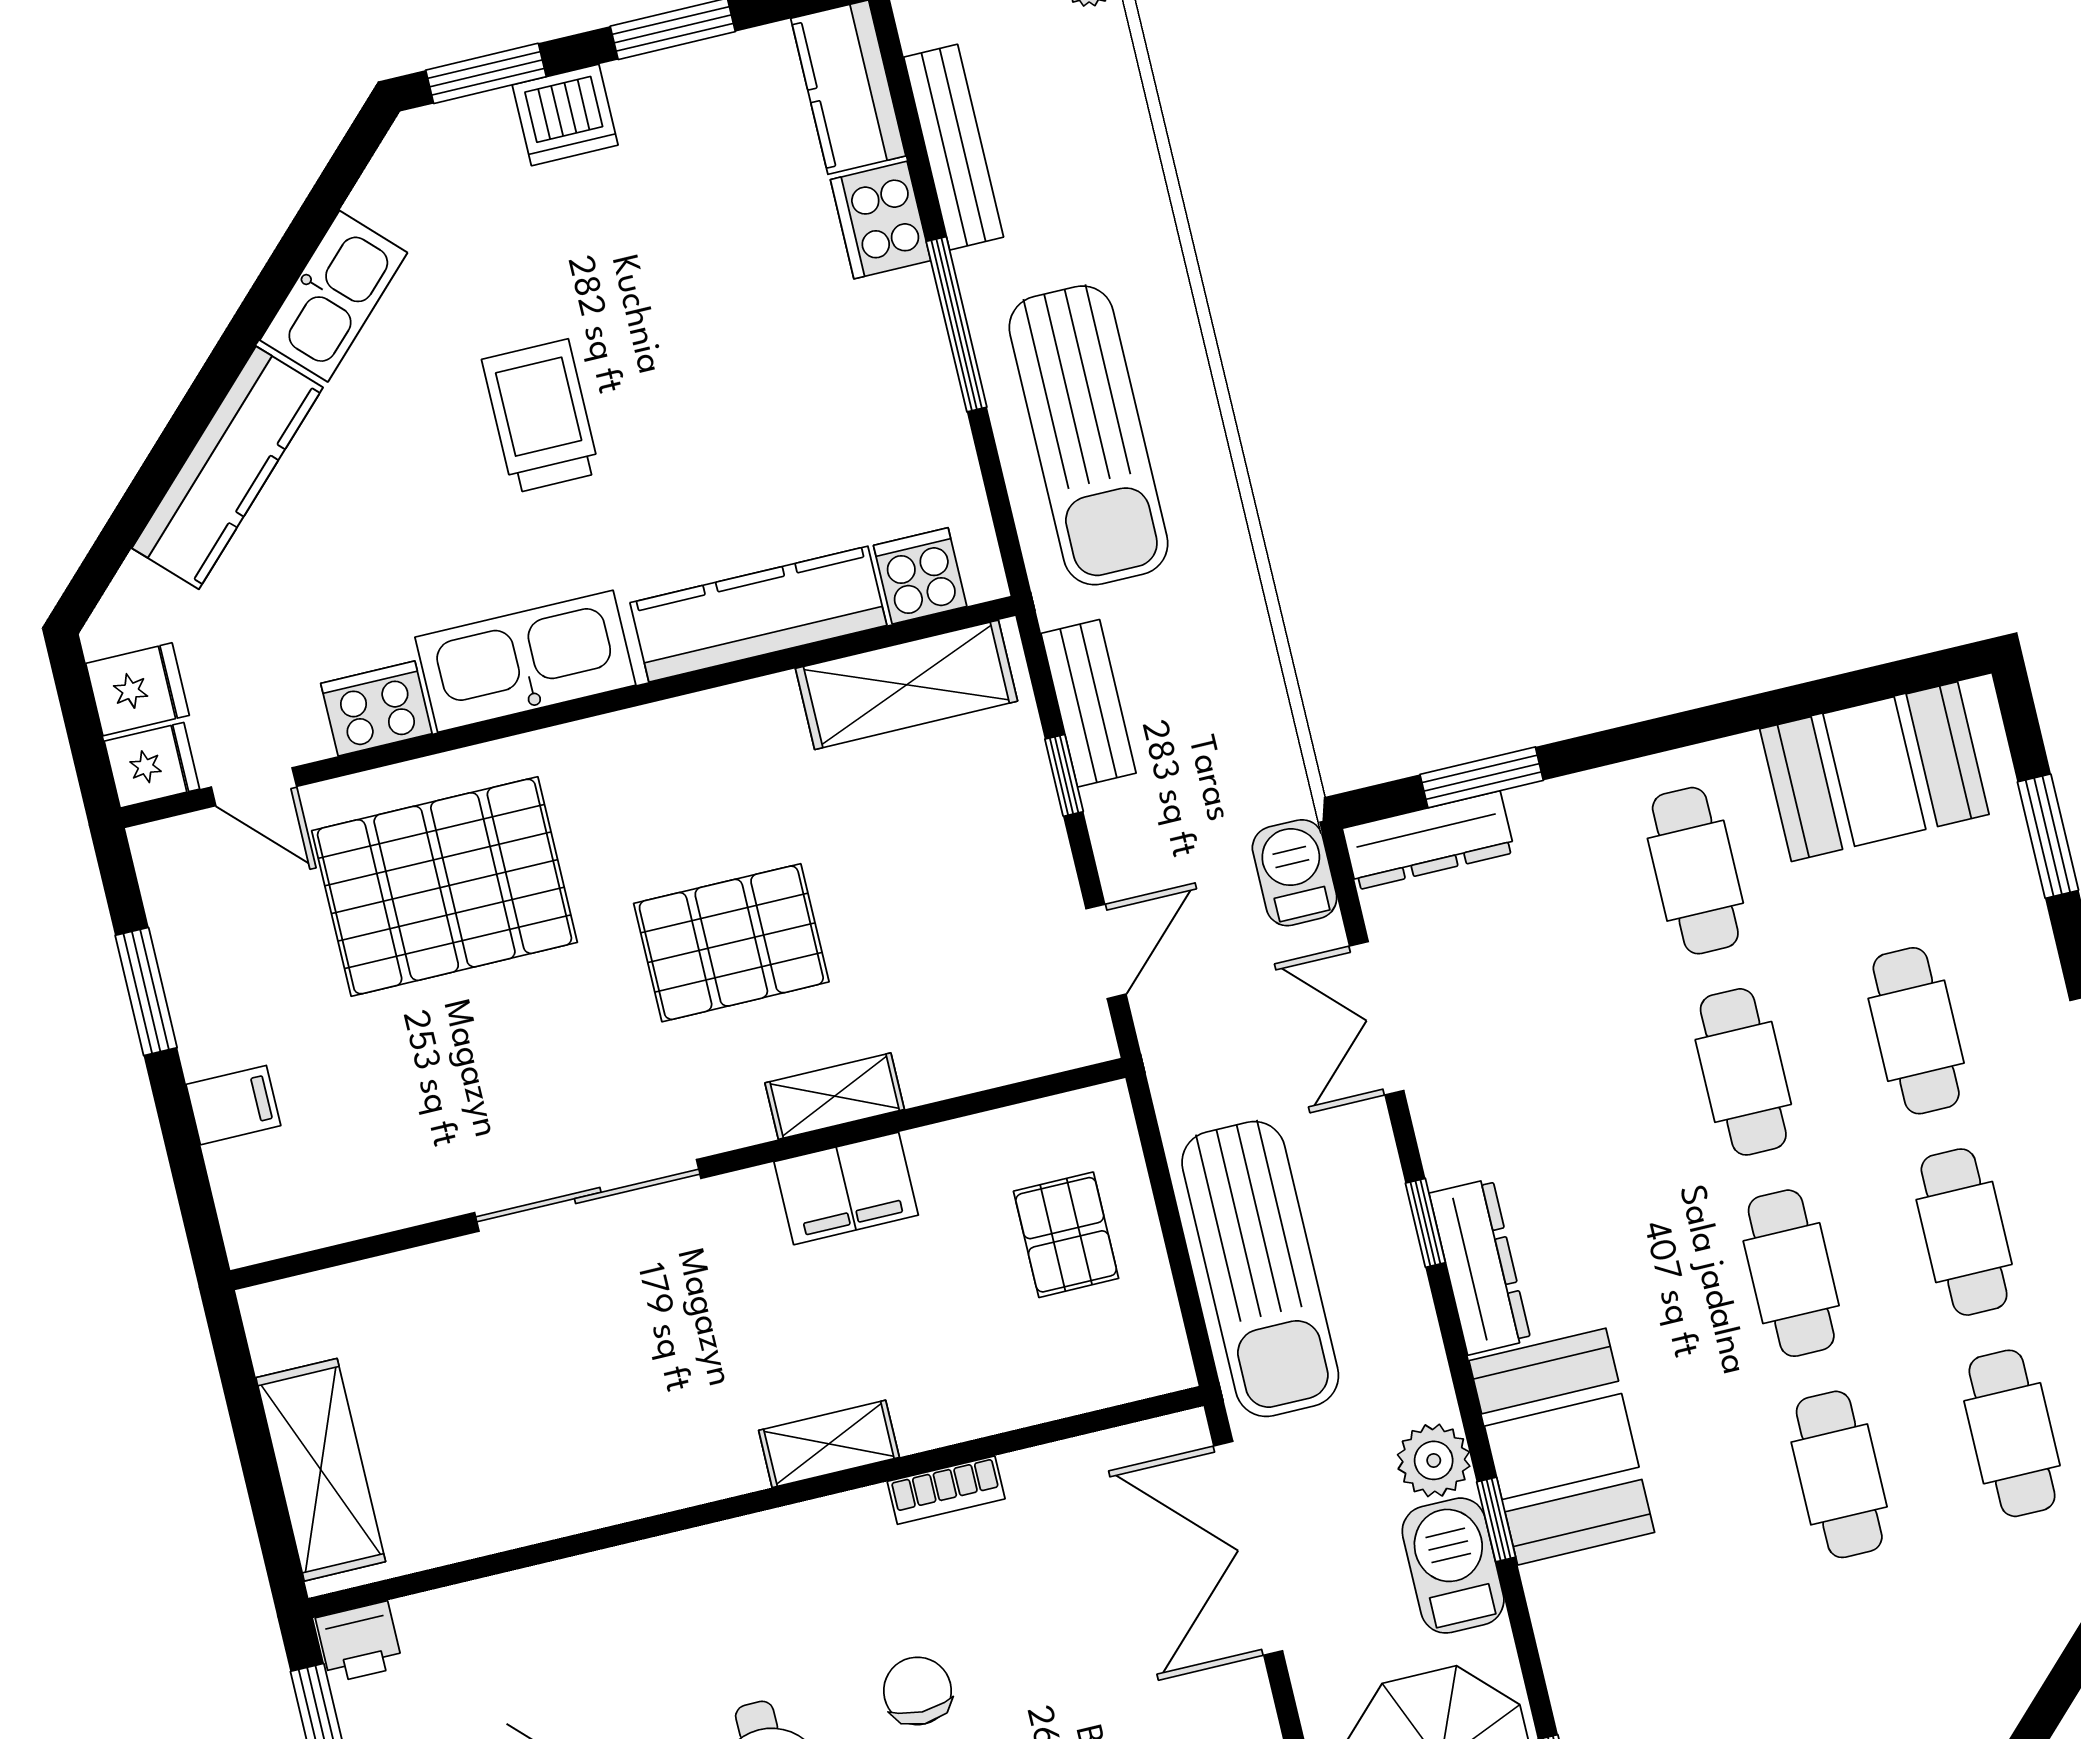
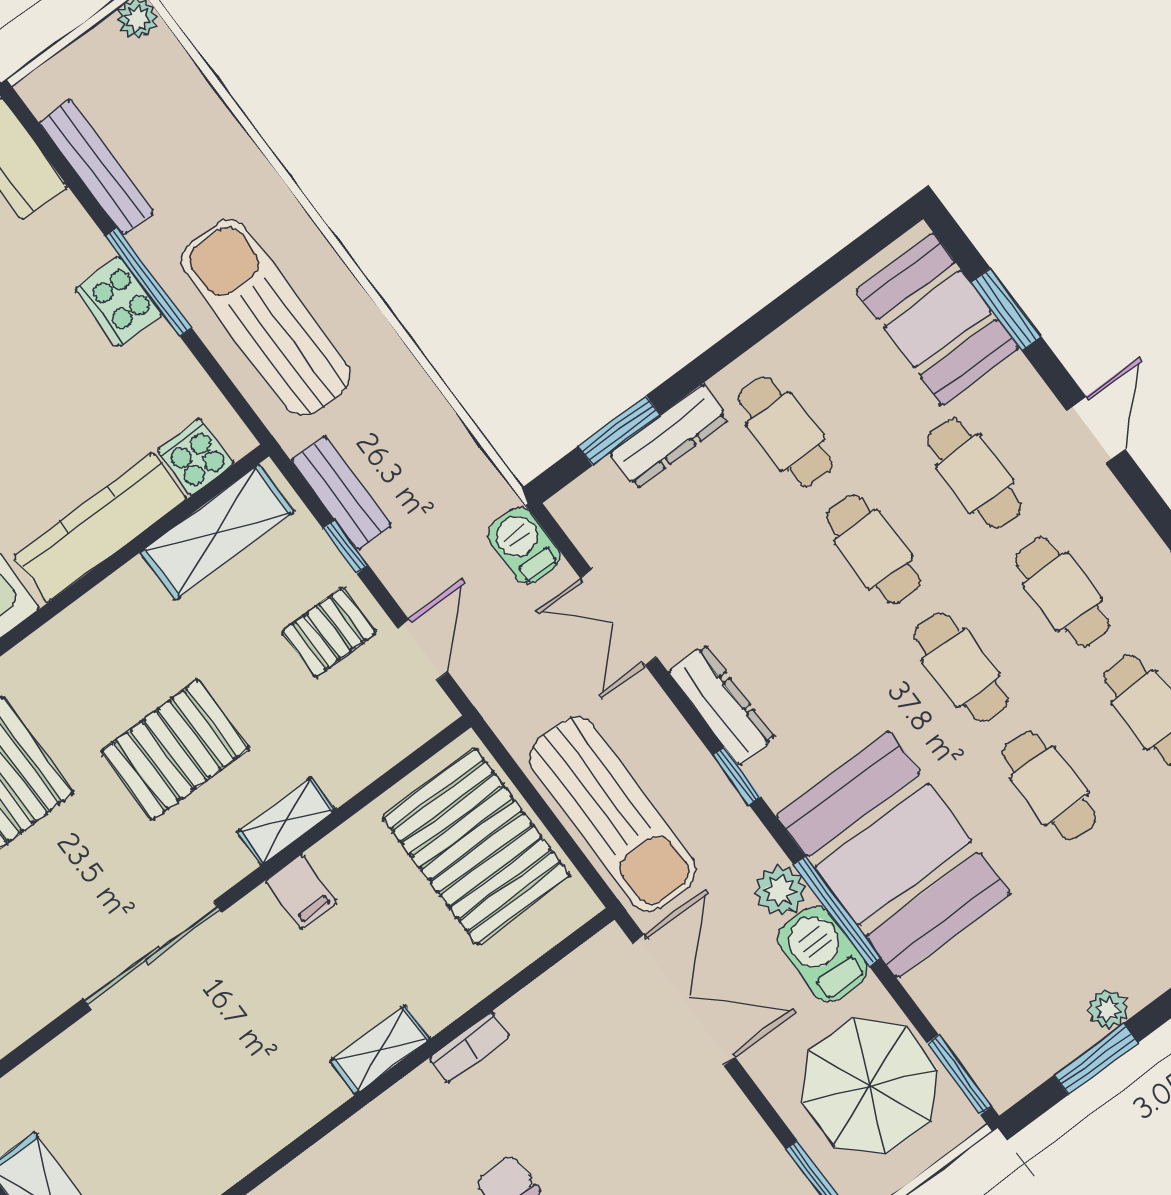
cooker: (881, 220) -> (118, 301), moved
sun lounger: (1089, 435) -> (266, 318), turned 180
booth: (1874, 772) -> (937, 319), moved, turned 90
dresser: (1428, 840) -> (669, 437), moved
pallet: (995, 876) -> (329, 632), added
filing cabinet: (846, 1188) -> (301, 892), width x0.50
window: (1425, 1223) -> (737, 776), moved
pallet: (1066, 1235) -> (476, 846), width x2.05, depth x2.00
dresser: (1480, 1267) -> (722, 705), moved
booth: (1562, 1447) -> (893, 854), width x1.36, depth x1.42
window: (1496, 1520) -> (838, 912), width x2.17
double door: (1248, 1548) -> (684, 1000), swing flipped

